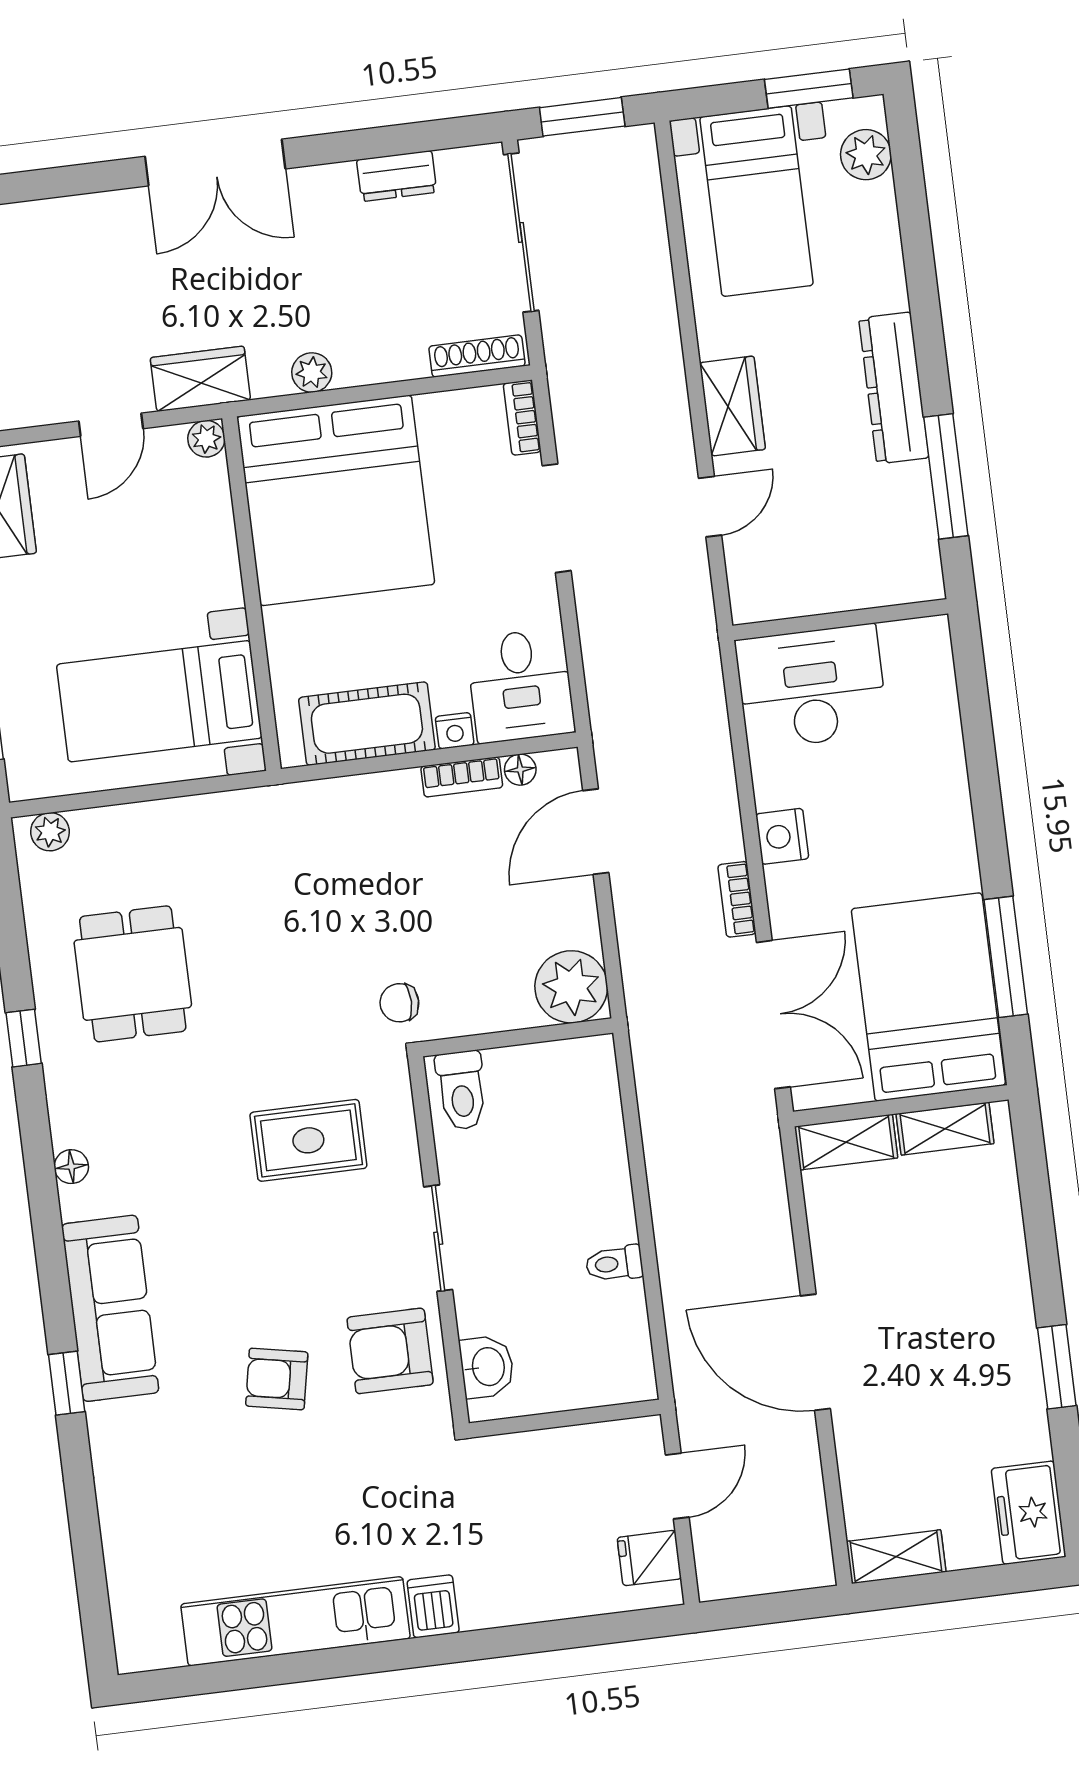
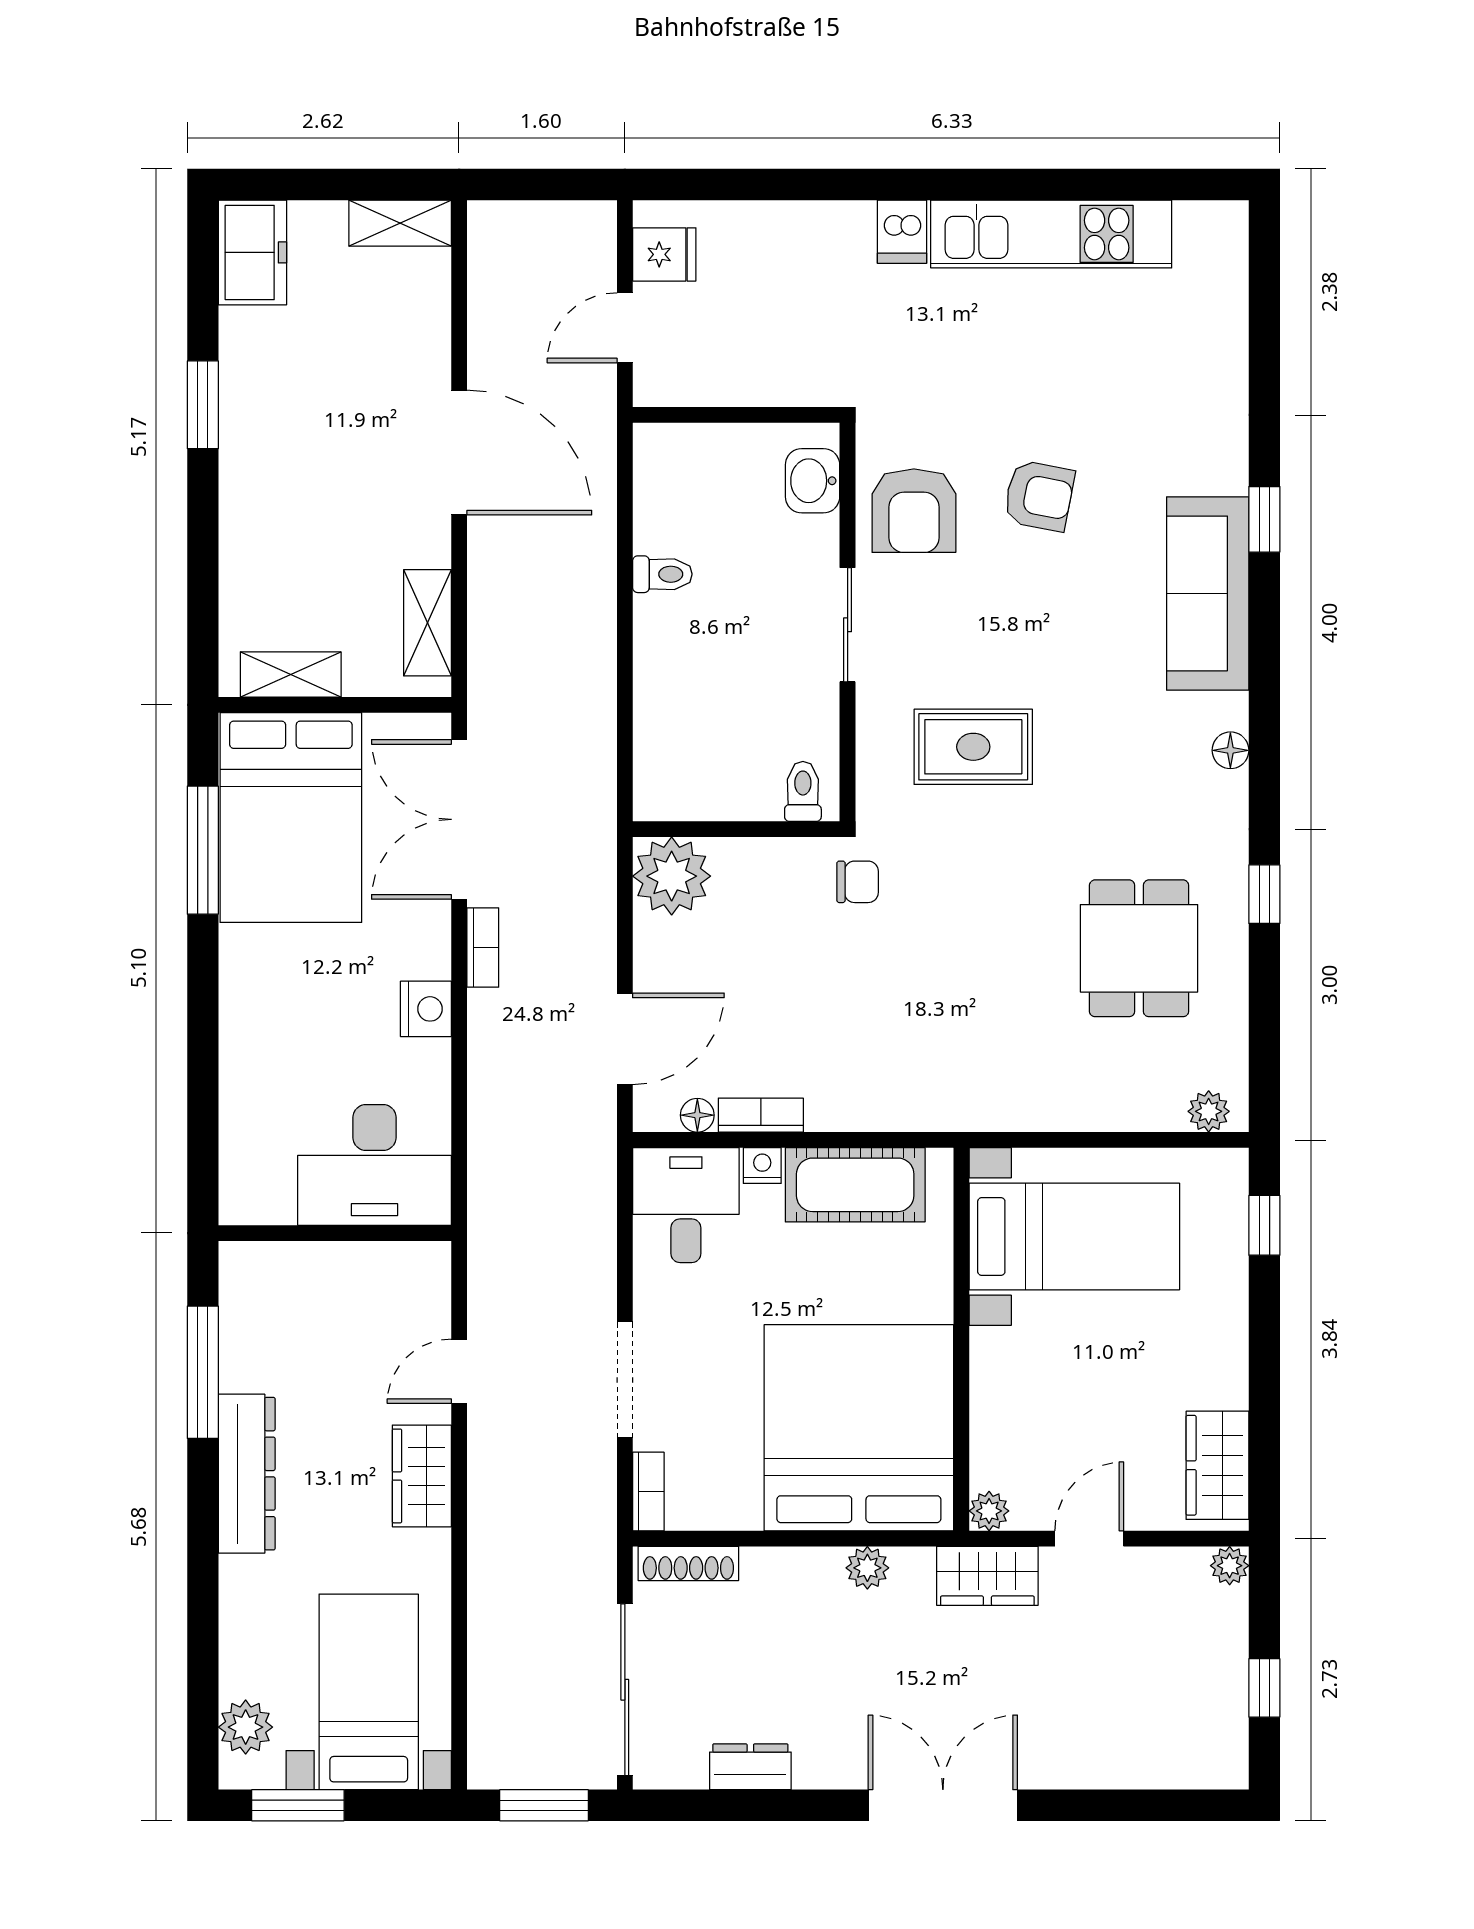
toilet: (461, 1090) -> (803, 791), width x0.73, depth x0.72
shelving: (846, 1142) -> (427, 623), moved, turned 90
armchair: (390, 1351) -> (914, 511), turned 90

